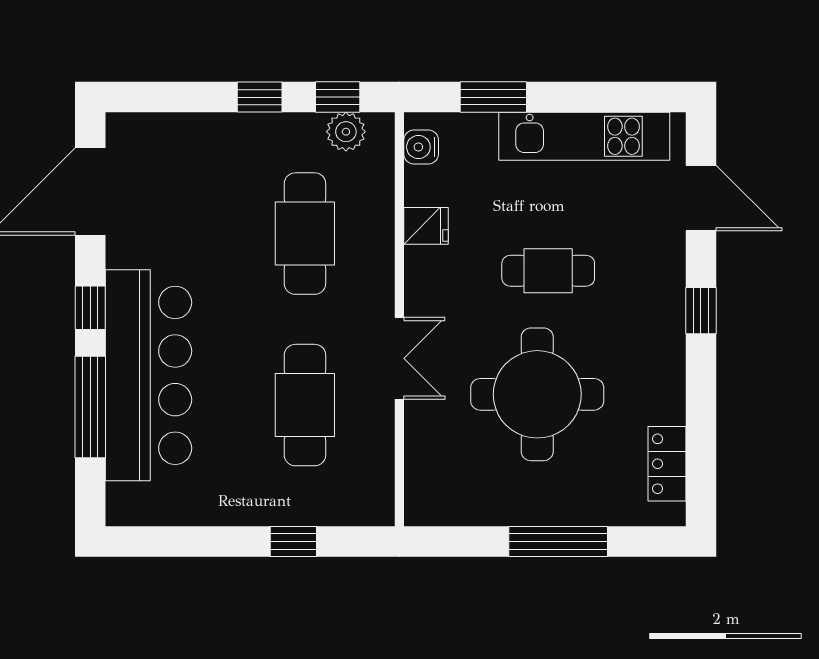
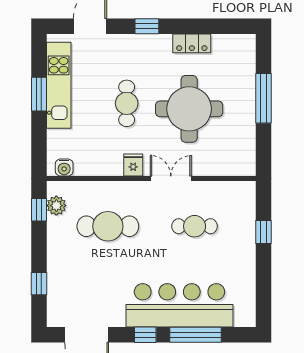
window: (260, 97) -> (39, 284), moved
window: (493, 97) -> (39, 94), moved
fridge: (426, 226) -> (133, 165), moved
cafe table: (305, 405) -> (195, 226), width x0.73, depth x0.74
locker: (667, 464) -> (192, 43), moved

